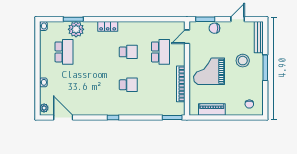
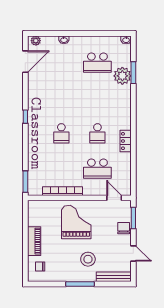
locker: (108, 26) -> (126, 141), moved
piano: (212, 109) -> (34, 241), moved

